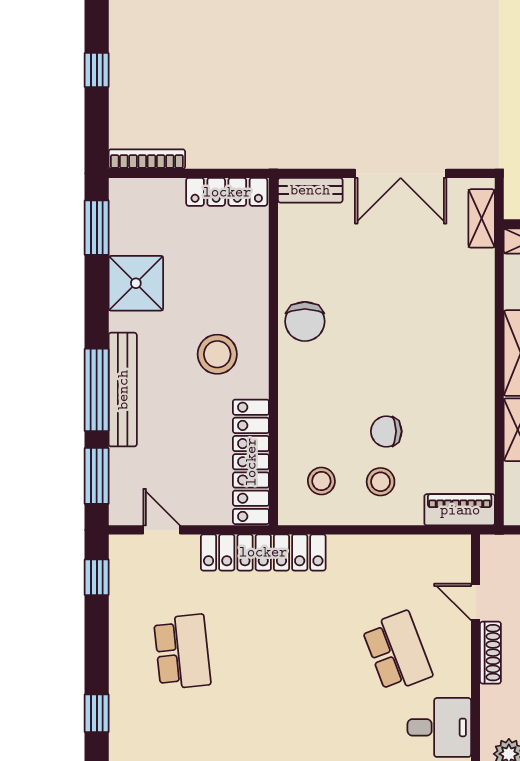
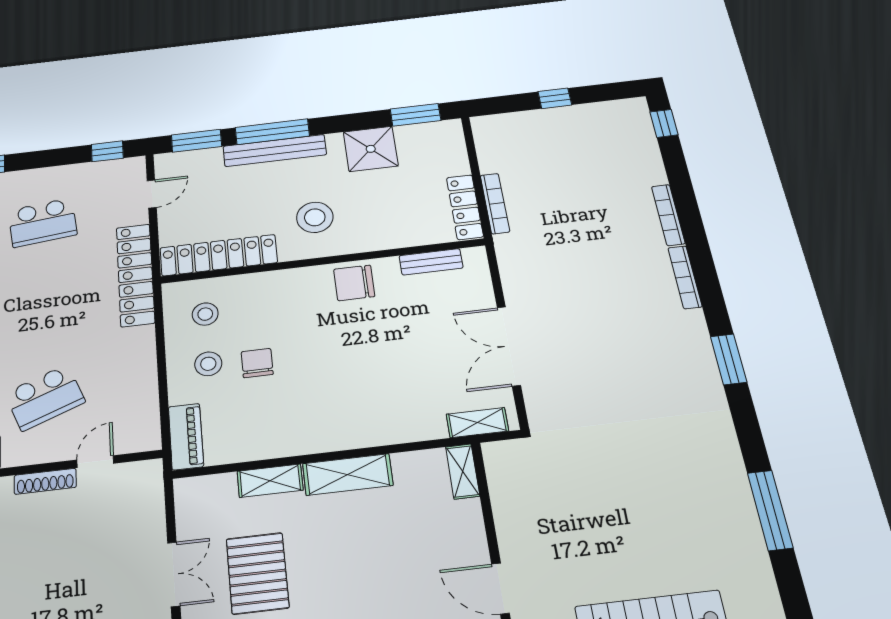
bookcase: (147, 159) -> (495, 203), moved
bench: (310, 190) -> (431, 262), moved, turned 90

